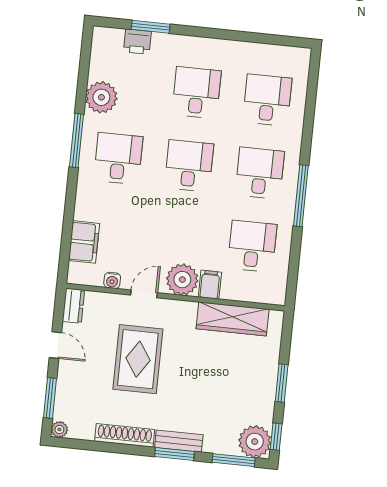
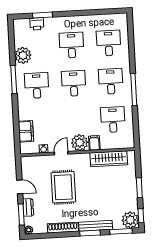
dresser: (73, 306) -> (28, 207), moved
bench: (179, 441) -> (96, 226), width x1.36

